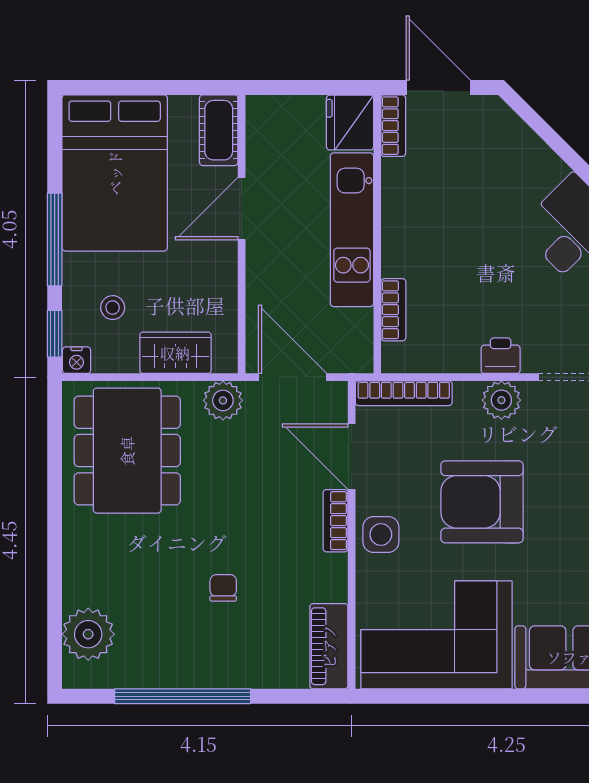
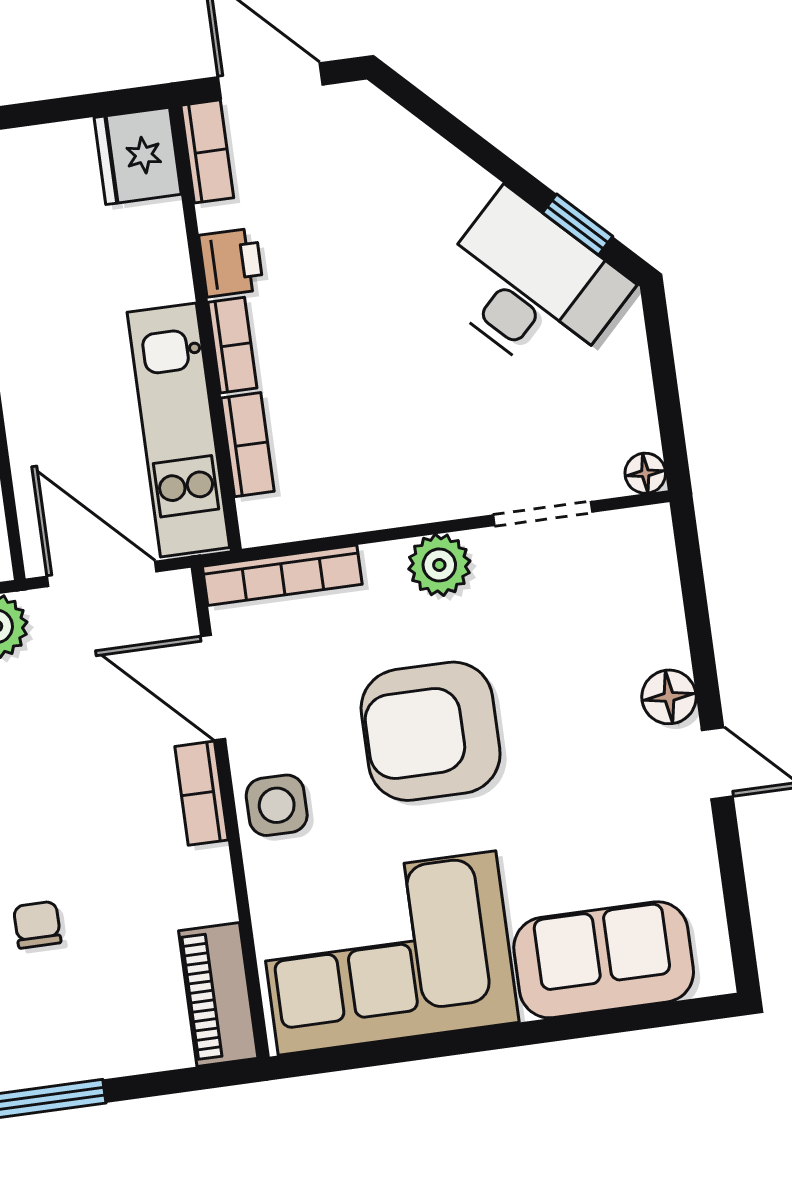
kitchen unit: (352, 230) -> (178, 430), moved
bookcase: (392, 247) -> (232, 345), added
printer: (501, 356) -> (231, 262), moved, turned 90

